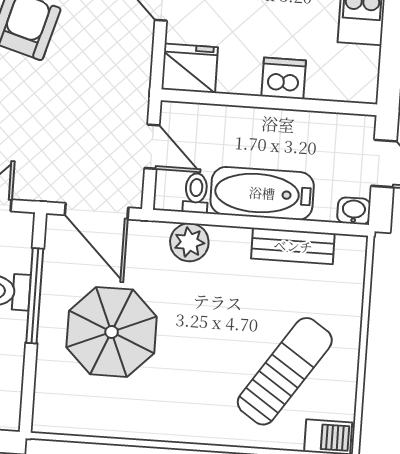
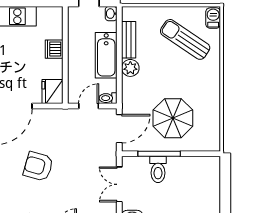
toilet: (196, 193) -> (108, 98), moved
plant: (189, 242) -> (130, 68), moved

